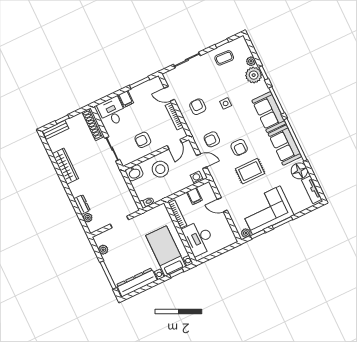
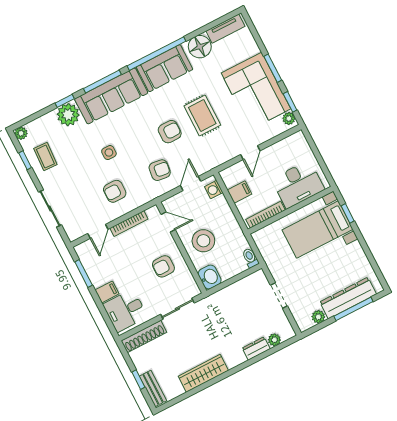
plant: (251, 61) -> (21, 133), moved
sofa: (269, 112) -> (111, 96), width x1.36
armchair: (212, 139) -> (160, 170), turned -83
armchair: (143, 140) -> (163, 266), turned 90
dresser: (137, 282) -> (348, 298), moved, turned 90

